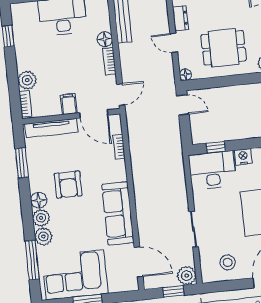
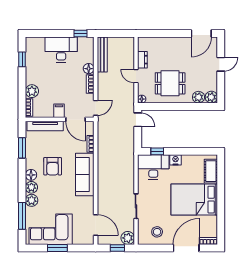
sofa: (118, 213) -> (85, 175), moved

